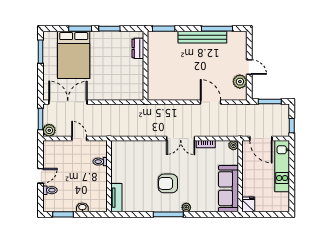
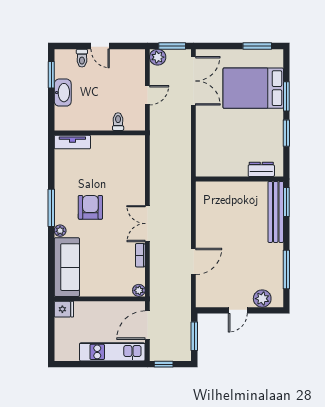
bench: (202, 37) -> (276, 212), moved
plant: (240, 82) -> (262, 299), moved
sofa: (228, 189) -> (67, 267), moved, turned 90
washbasin: (82, 207) -> (63, 93), width x1.91, depth x1.45

